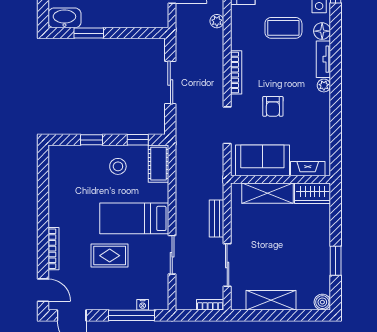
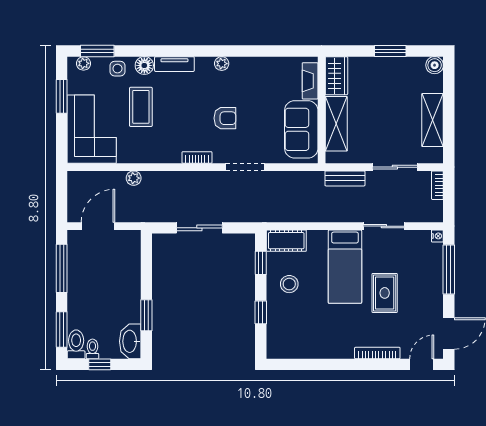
bookcase: (236, 72) -> (197, 157), width x0.64
plant: (324, 85) -> (222, 64), moved
sofa: (262, 160) -> (301, 129), moved
fireplace: (308, 169) -> (310, 81), moved
wall: (281, 179) -> (322, 110), moved
shelving: (268, 193) -> (336, 124), moved
wardrobe: (313, 193) -> (336, 76), moved
nightstand: (143, 305) -> (437, 236), moved

